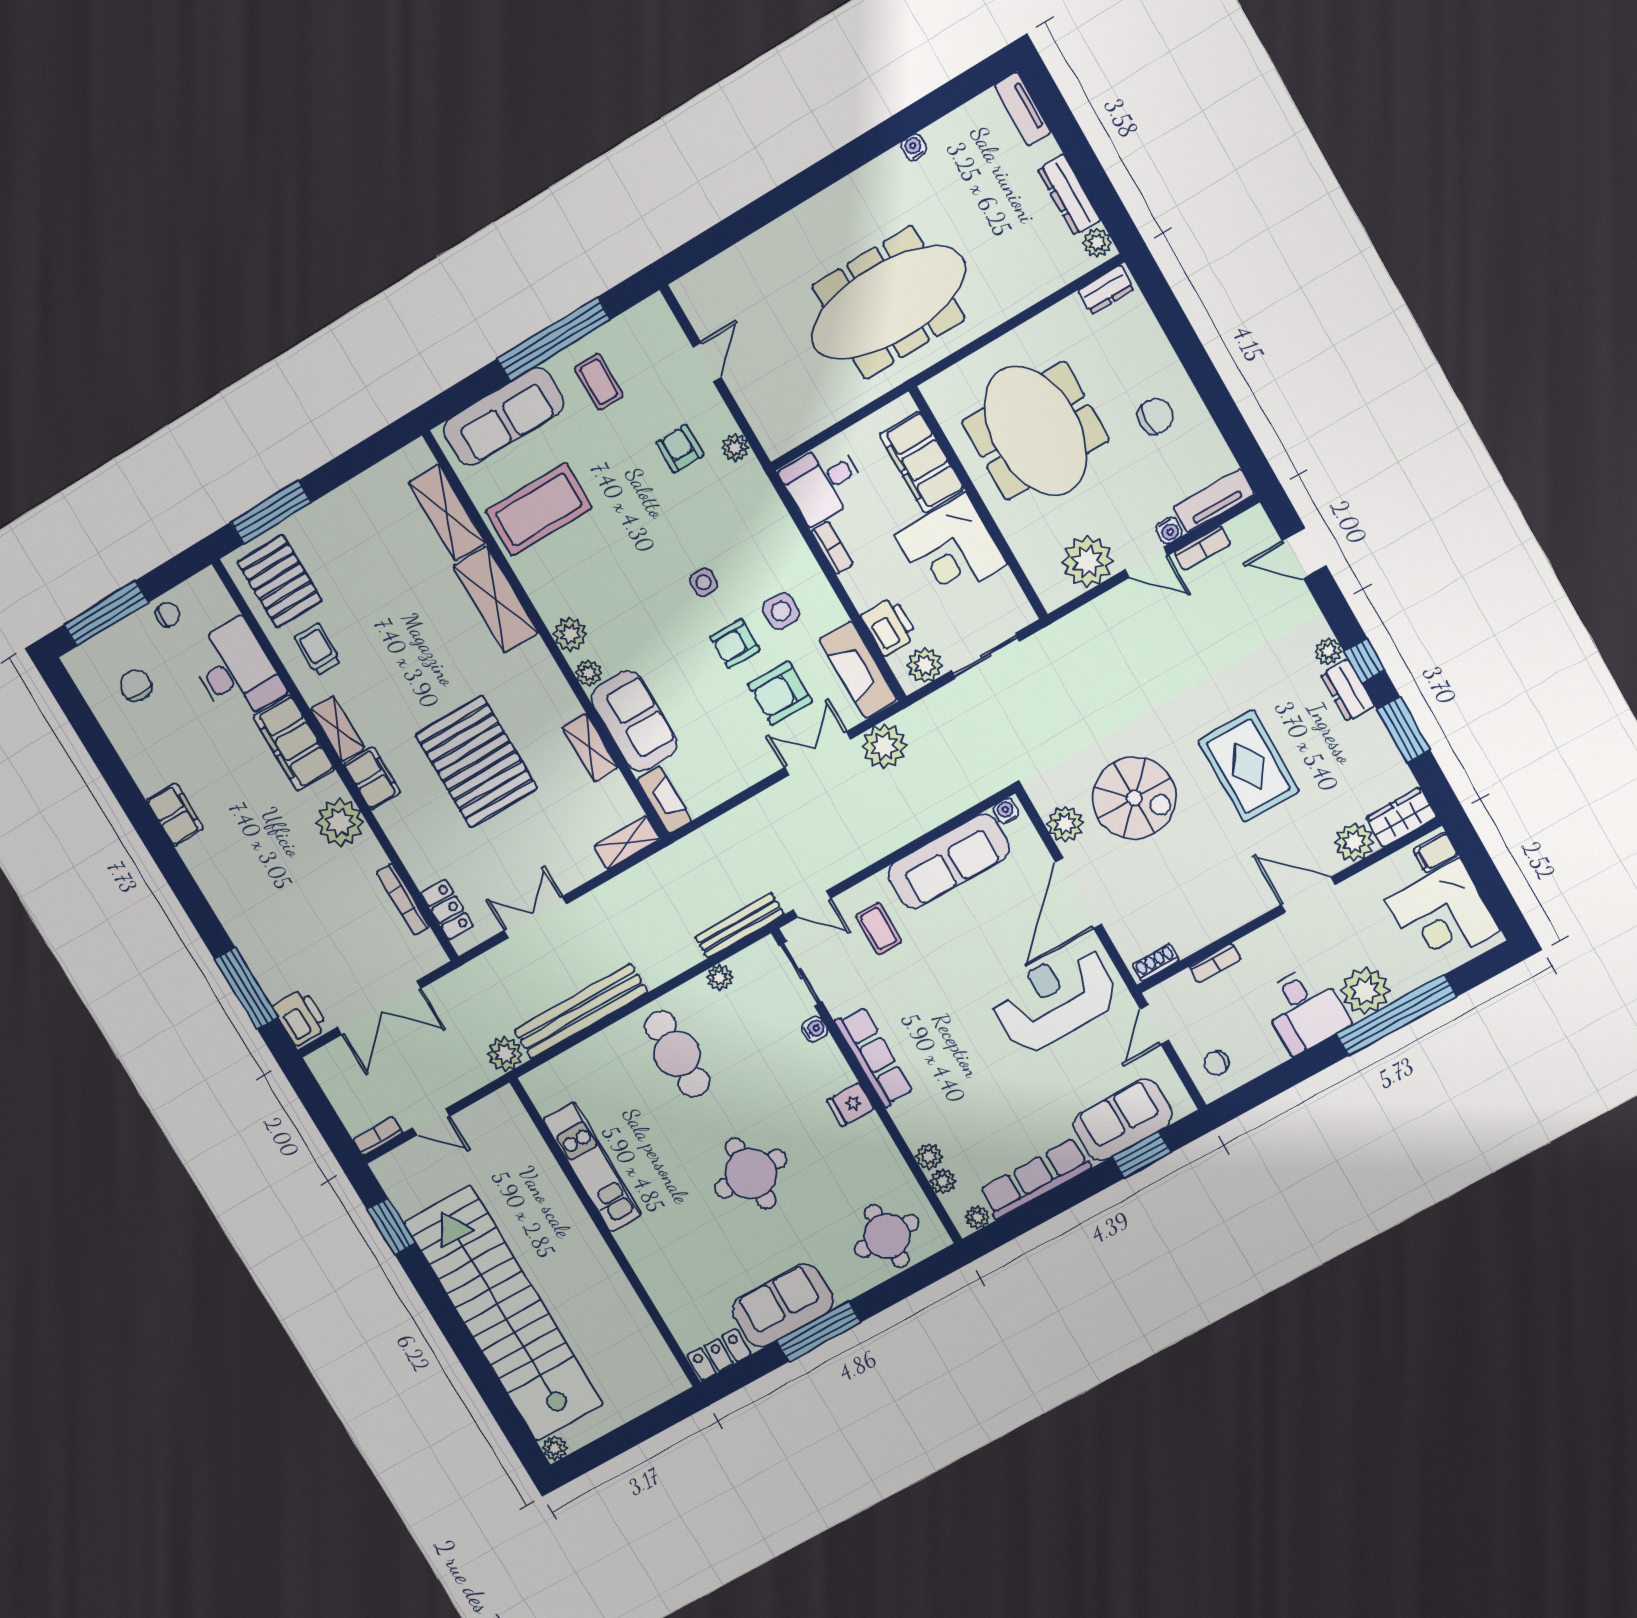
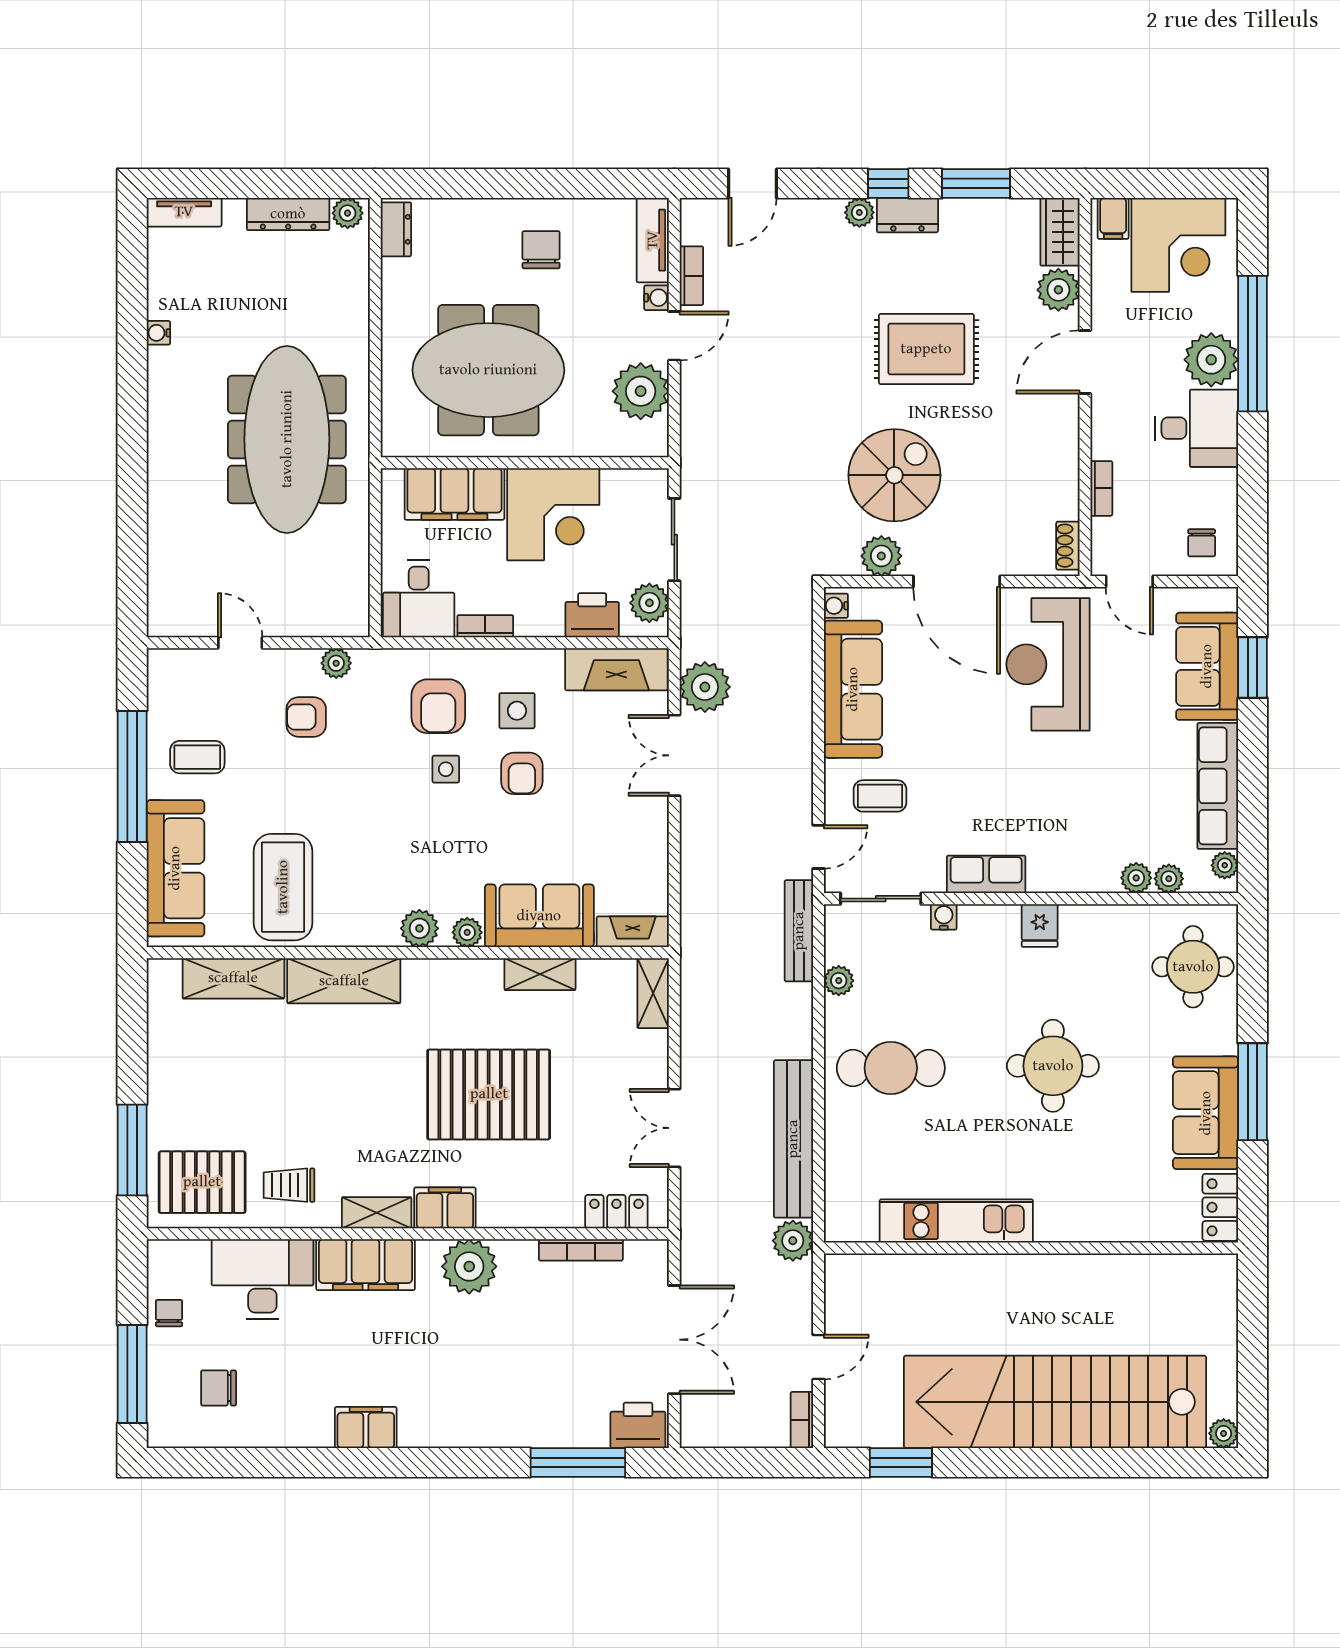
armchair: (780, 693) -> (438, 706), moved
row of seats: (874, 1057) -> (986, 874), width x0.68

